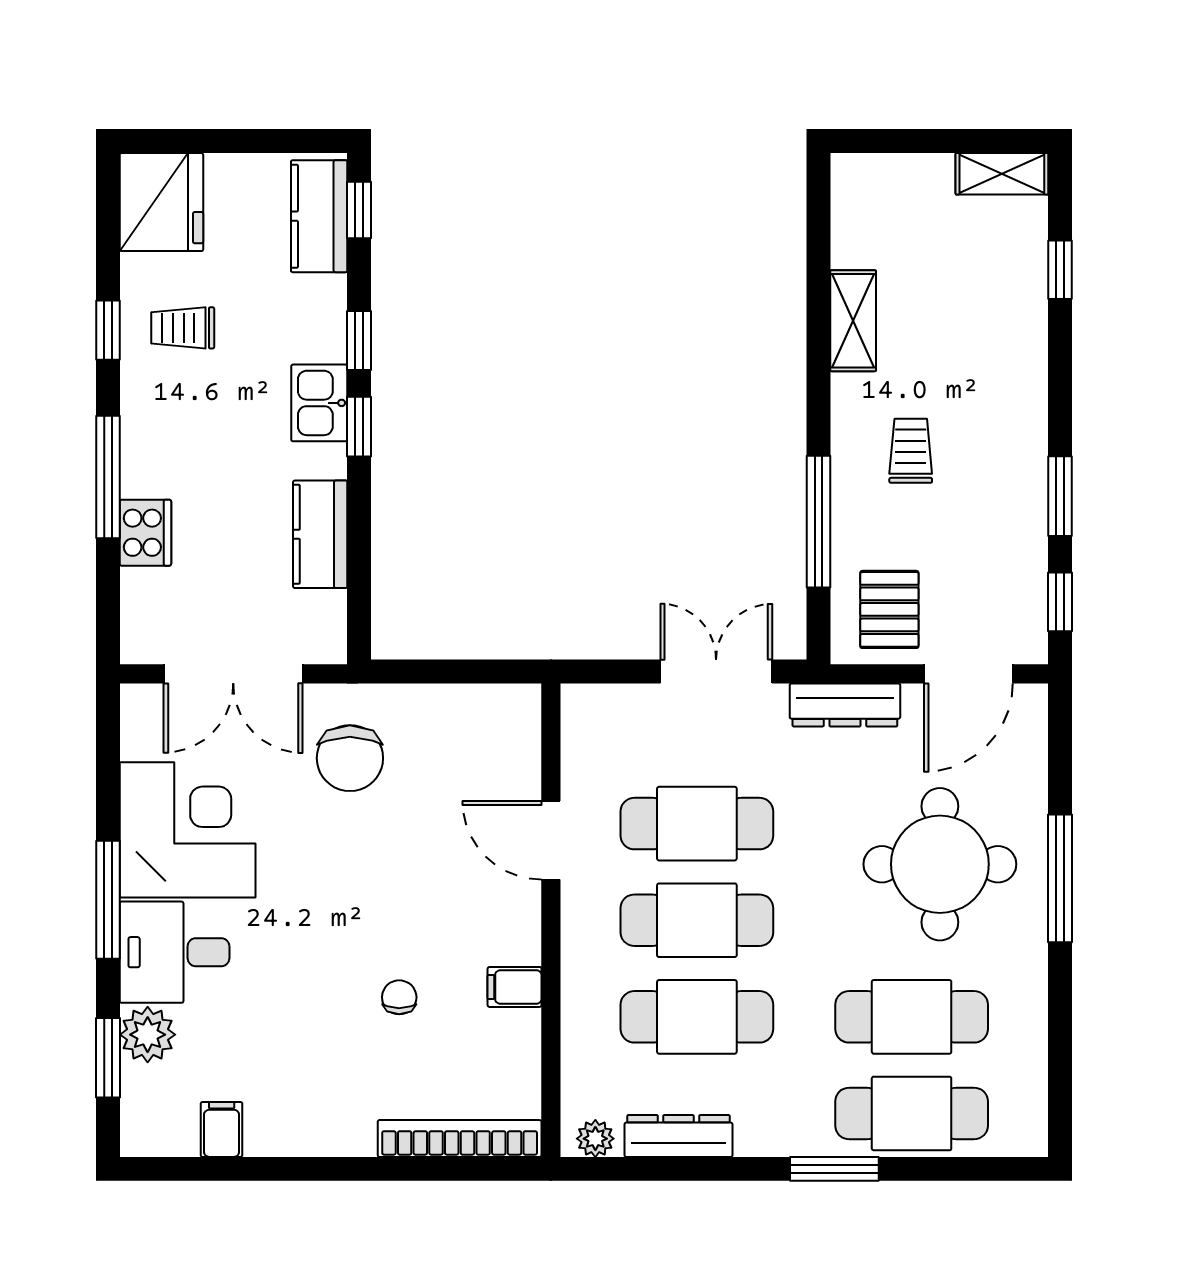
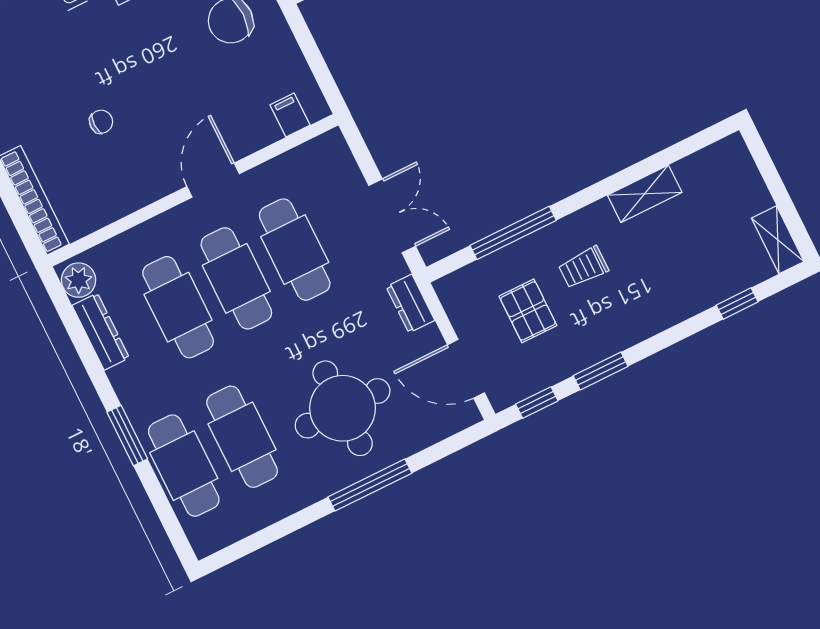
trolley: (911, 451) -> (583, 267), turned 180
pallet: (889, 609) -> (528, 311), moved, turned 90
dresser: (845, 705) -> (410, 304), width x0.70
door: (551, 840) -> (213, 180), moved
filing cabinet: (515, 987) -> (290, 115), moved
plant: (595, 1139) -> (79, 280), width x1.38, depth x1.38

